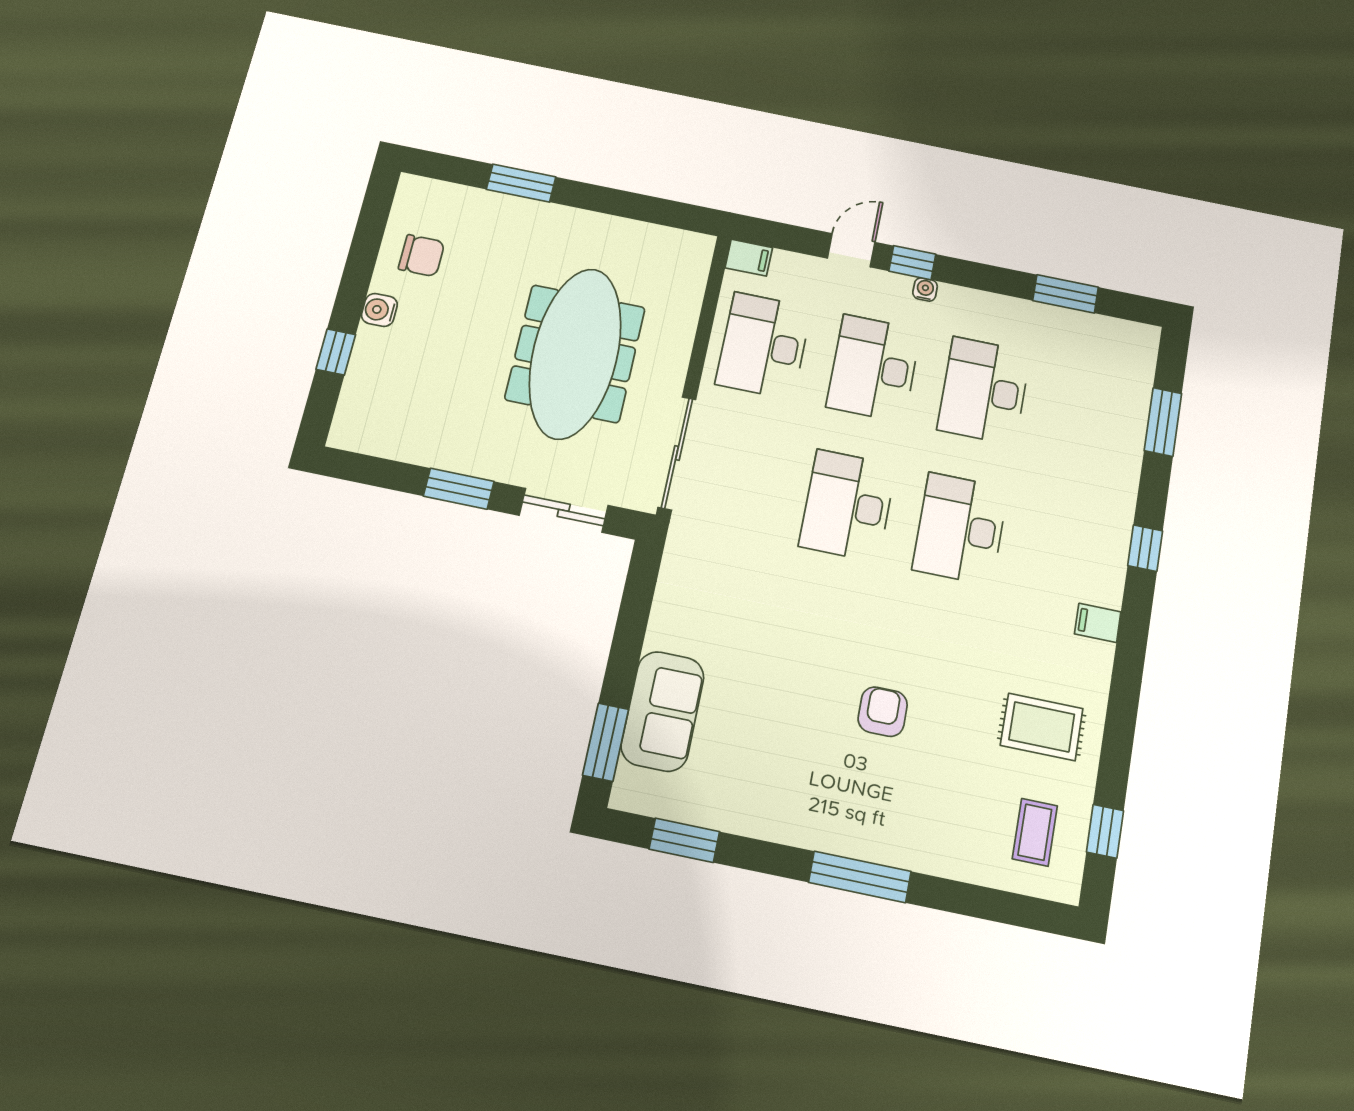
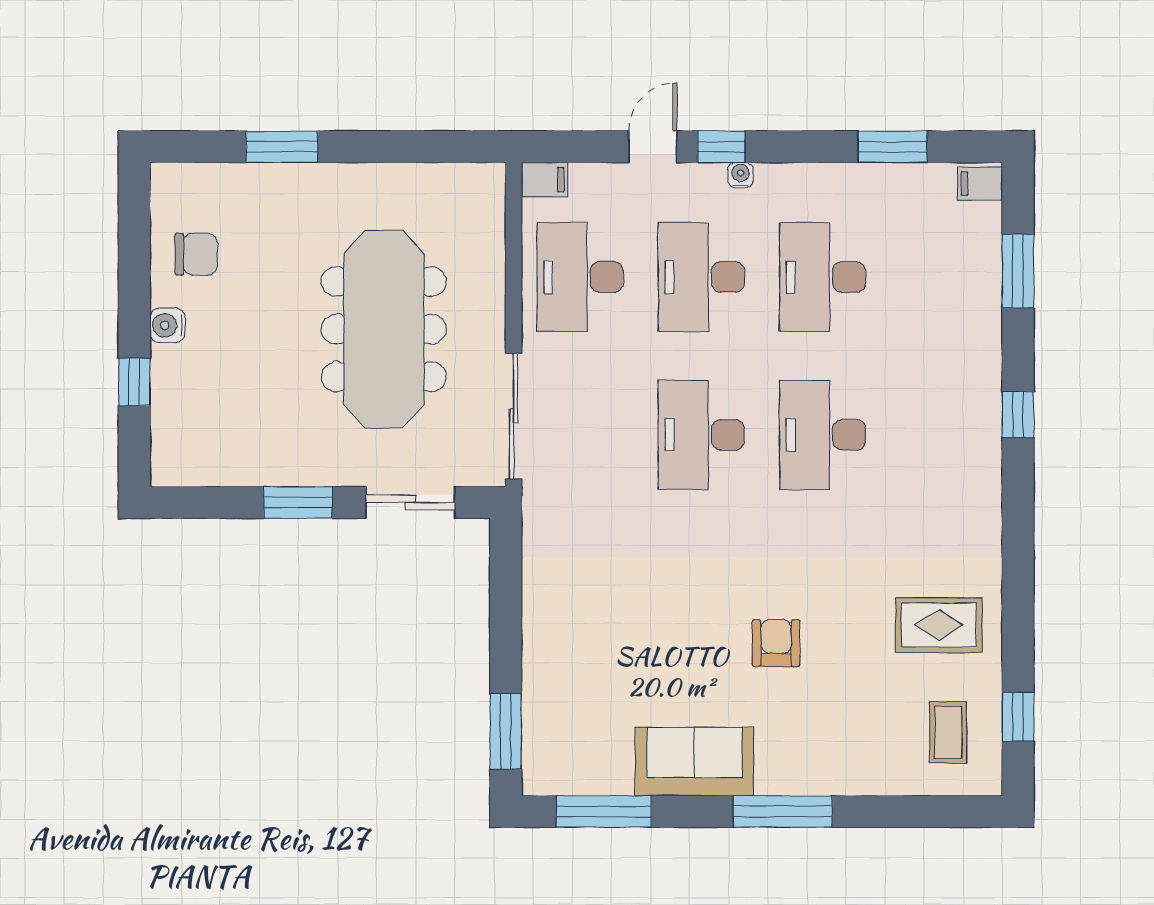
filing cabinet: (1098, 623) -> (980, 184), moved
sofa: (663, 711) -> (695, 762), moved, turned -90
window: (684, 840) -> (604, 811), width x1.44

